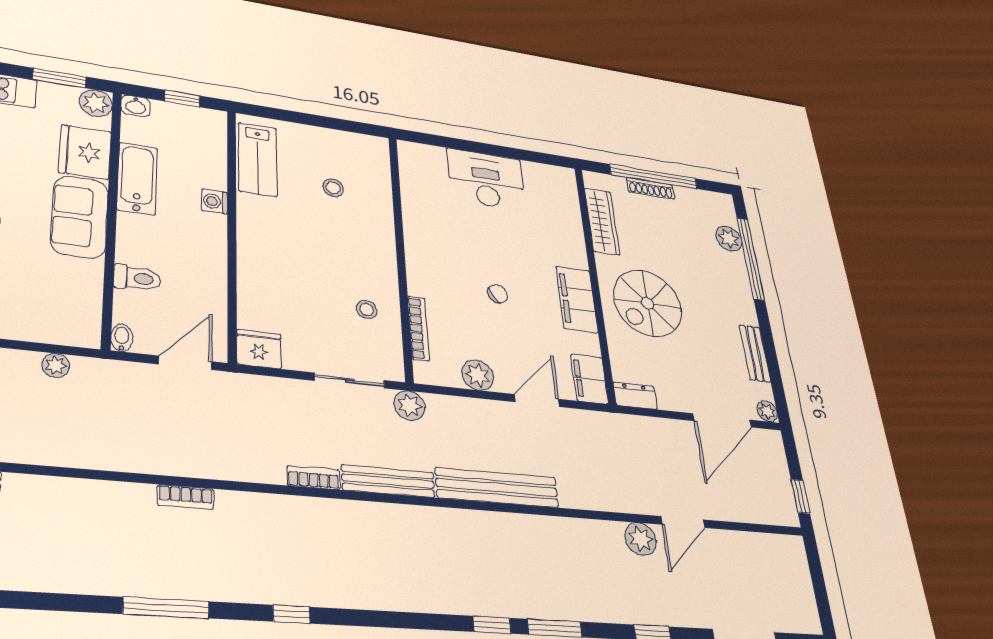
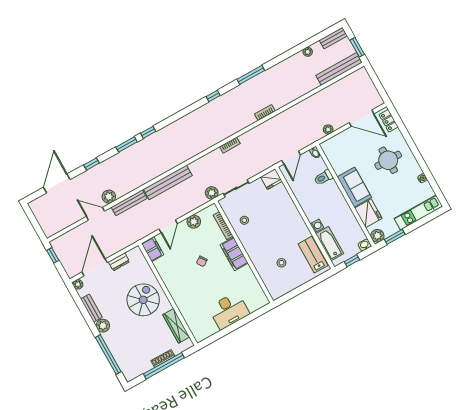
bathtub: (137, 179) -> (330, 244), moved, turned 180
plant: (729, 239) -> (103, 326), moved
filing cabinet: (577, 299) -> (234, 254), moved, turned 180
dresser: (635, 396) -> (119, 262), moved
bench: (388, 481) -> (129, 203), moved
door: (683, 522) -> (95, 214), hinge flipped

